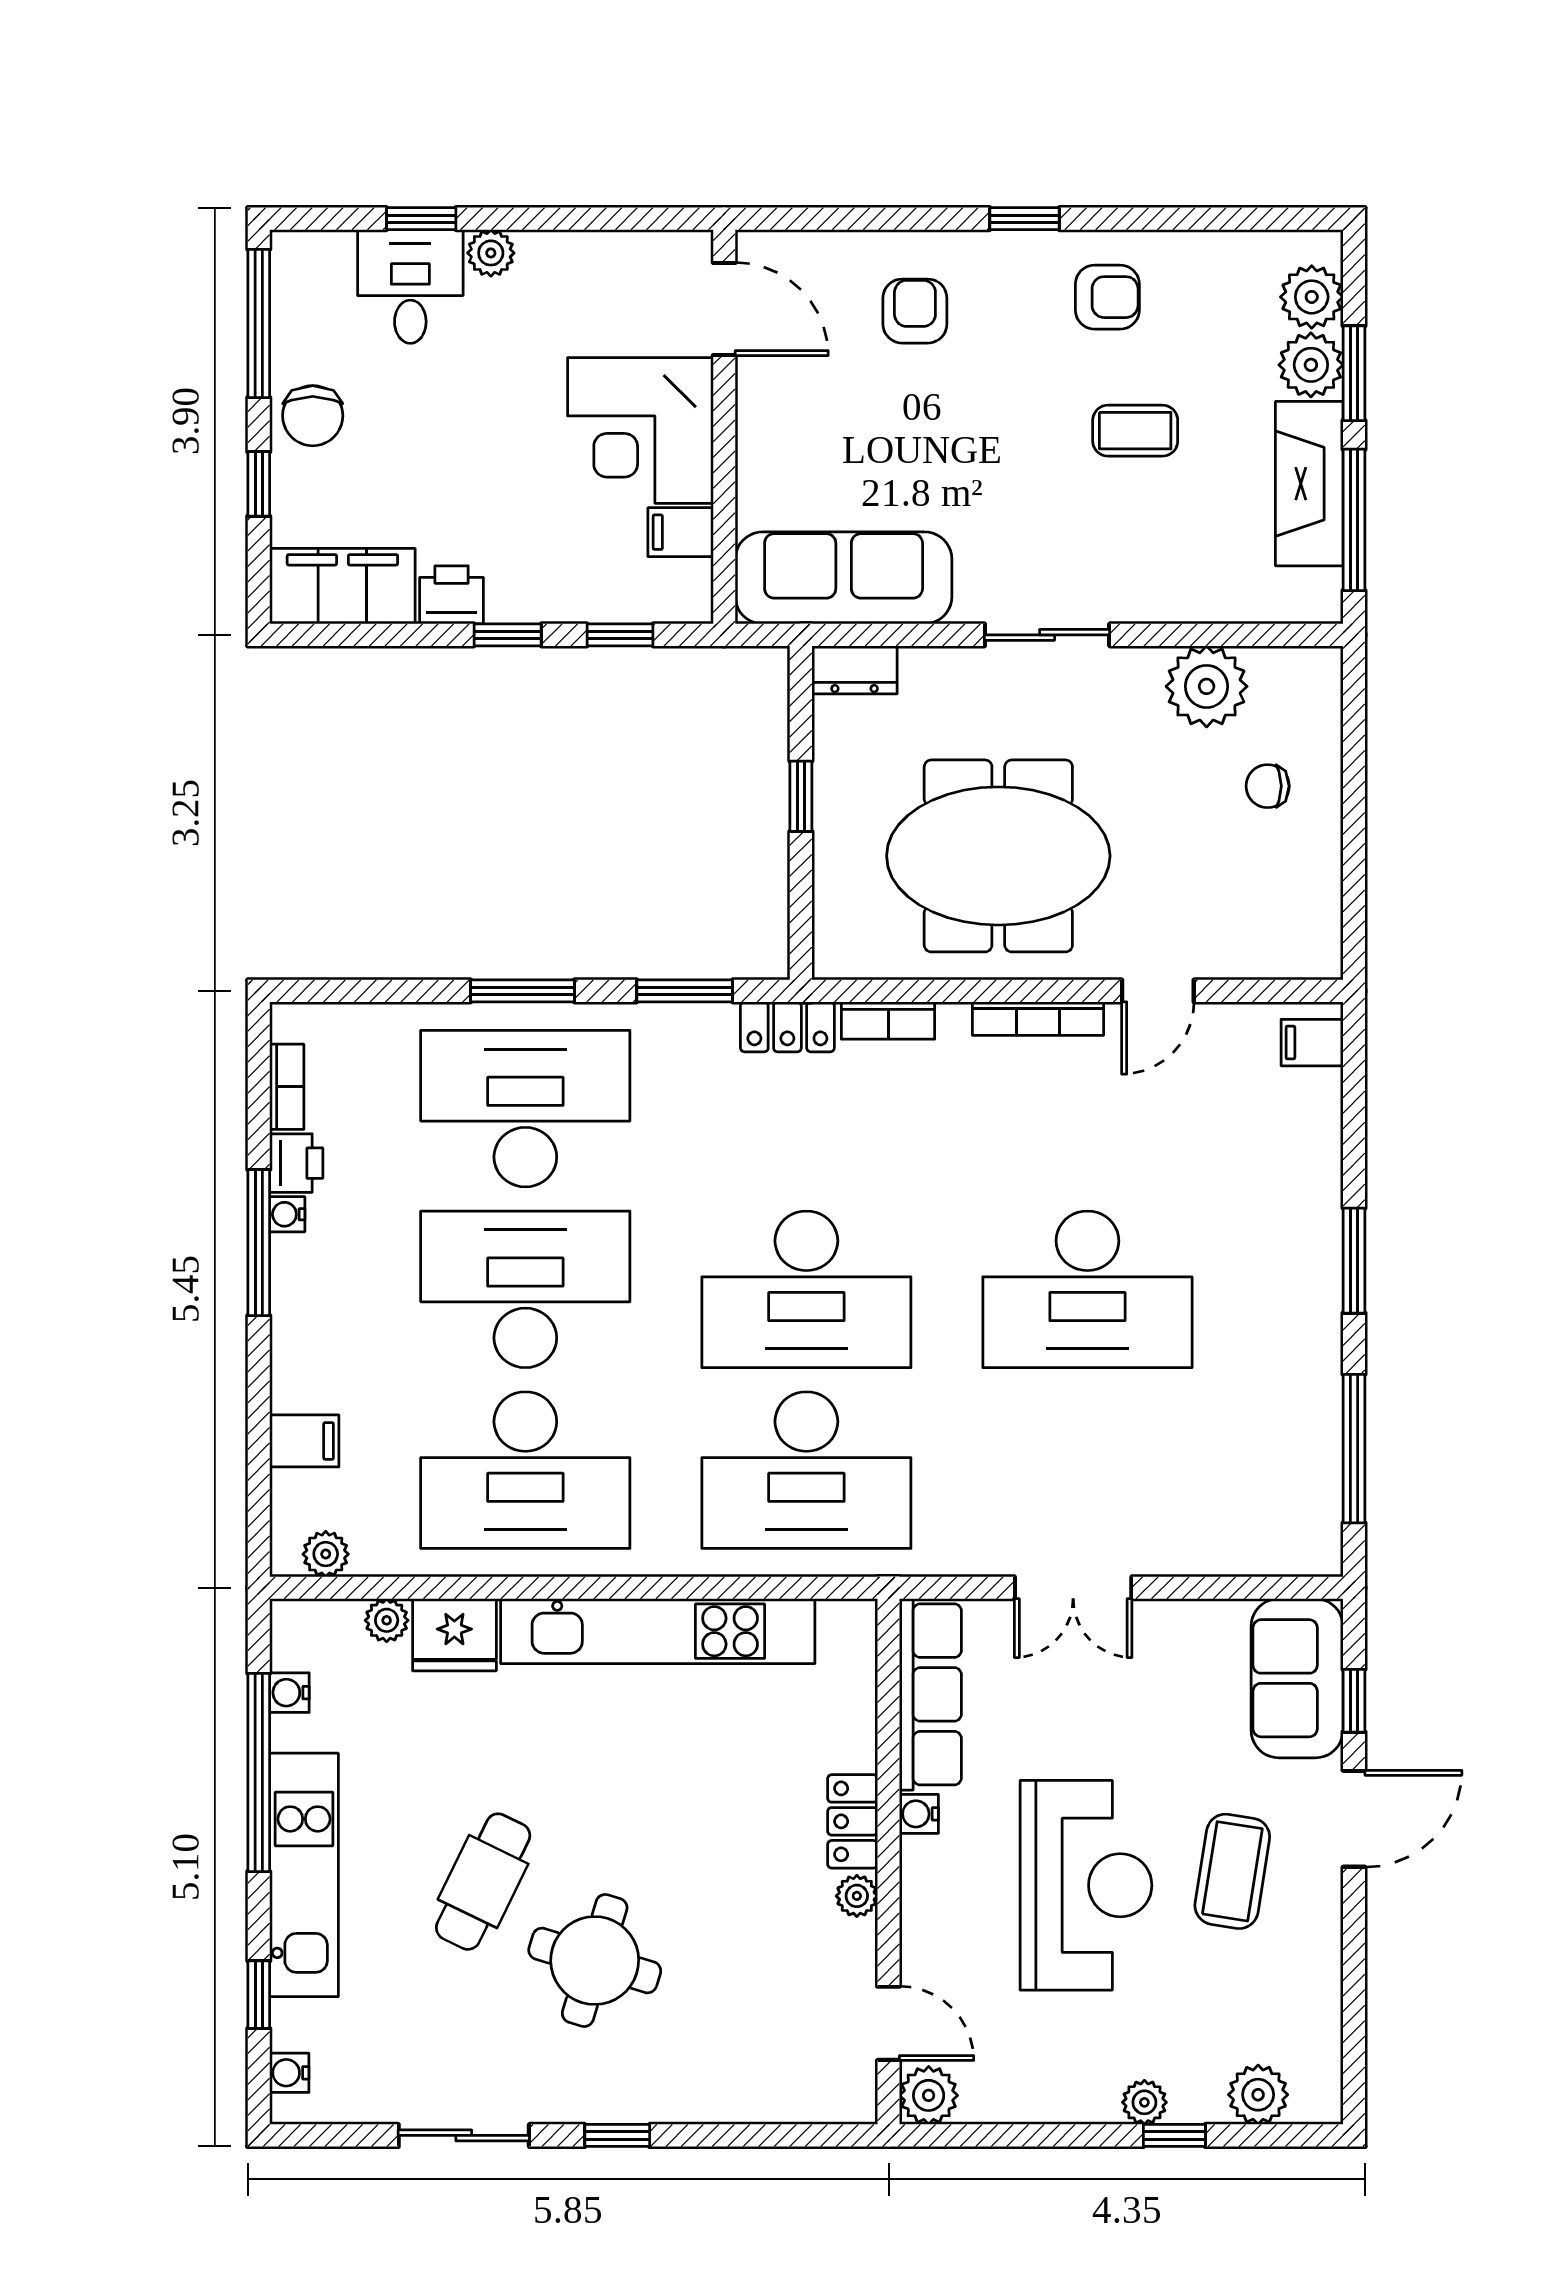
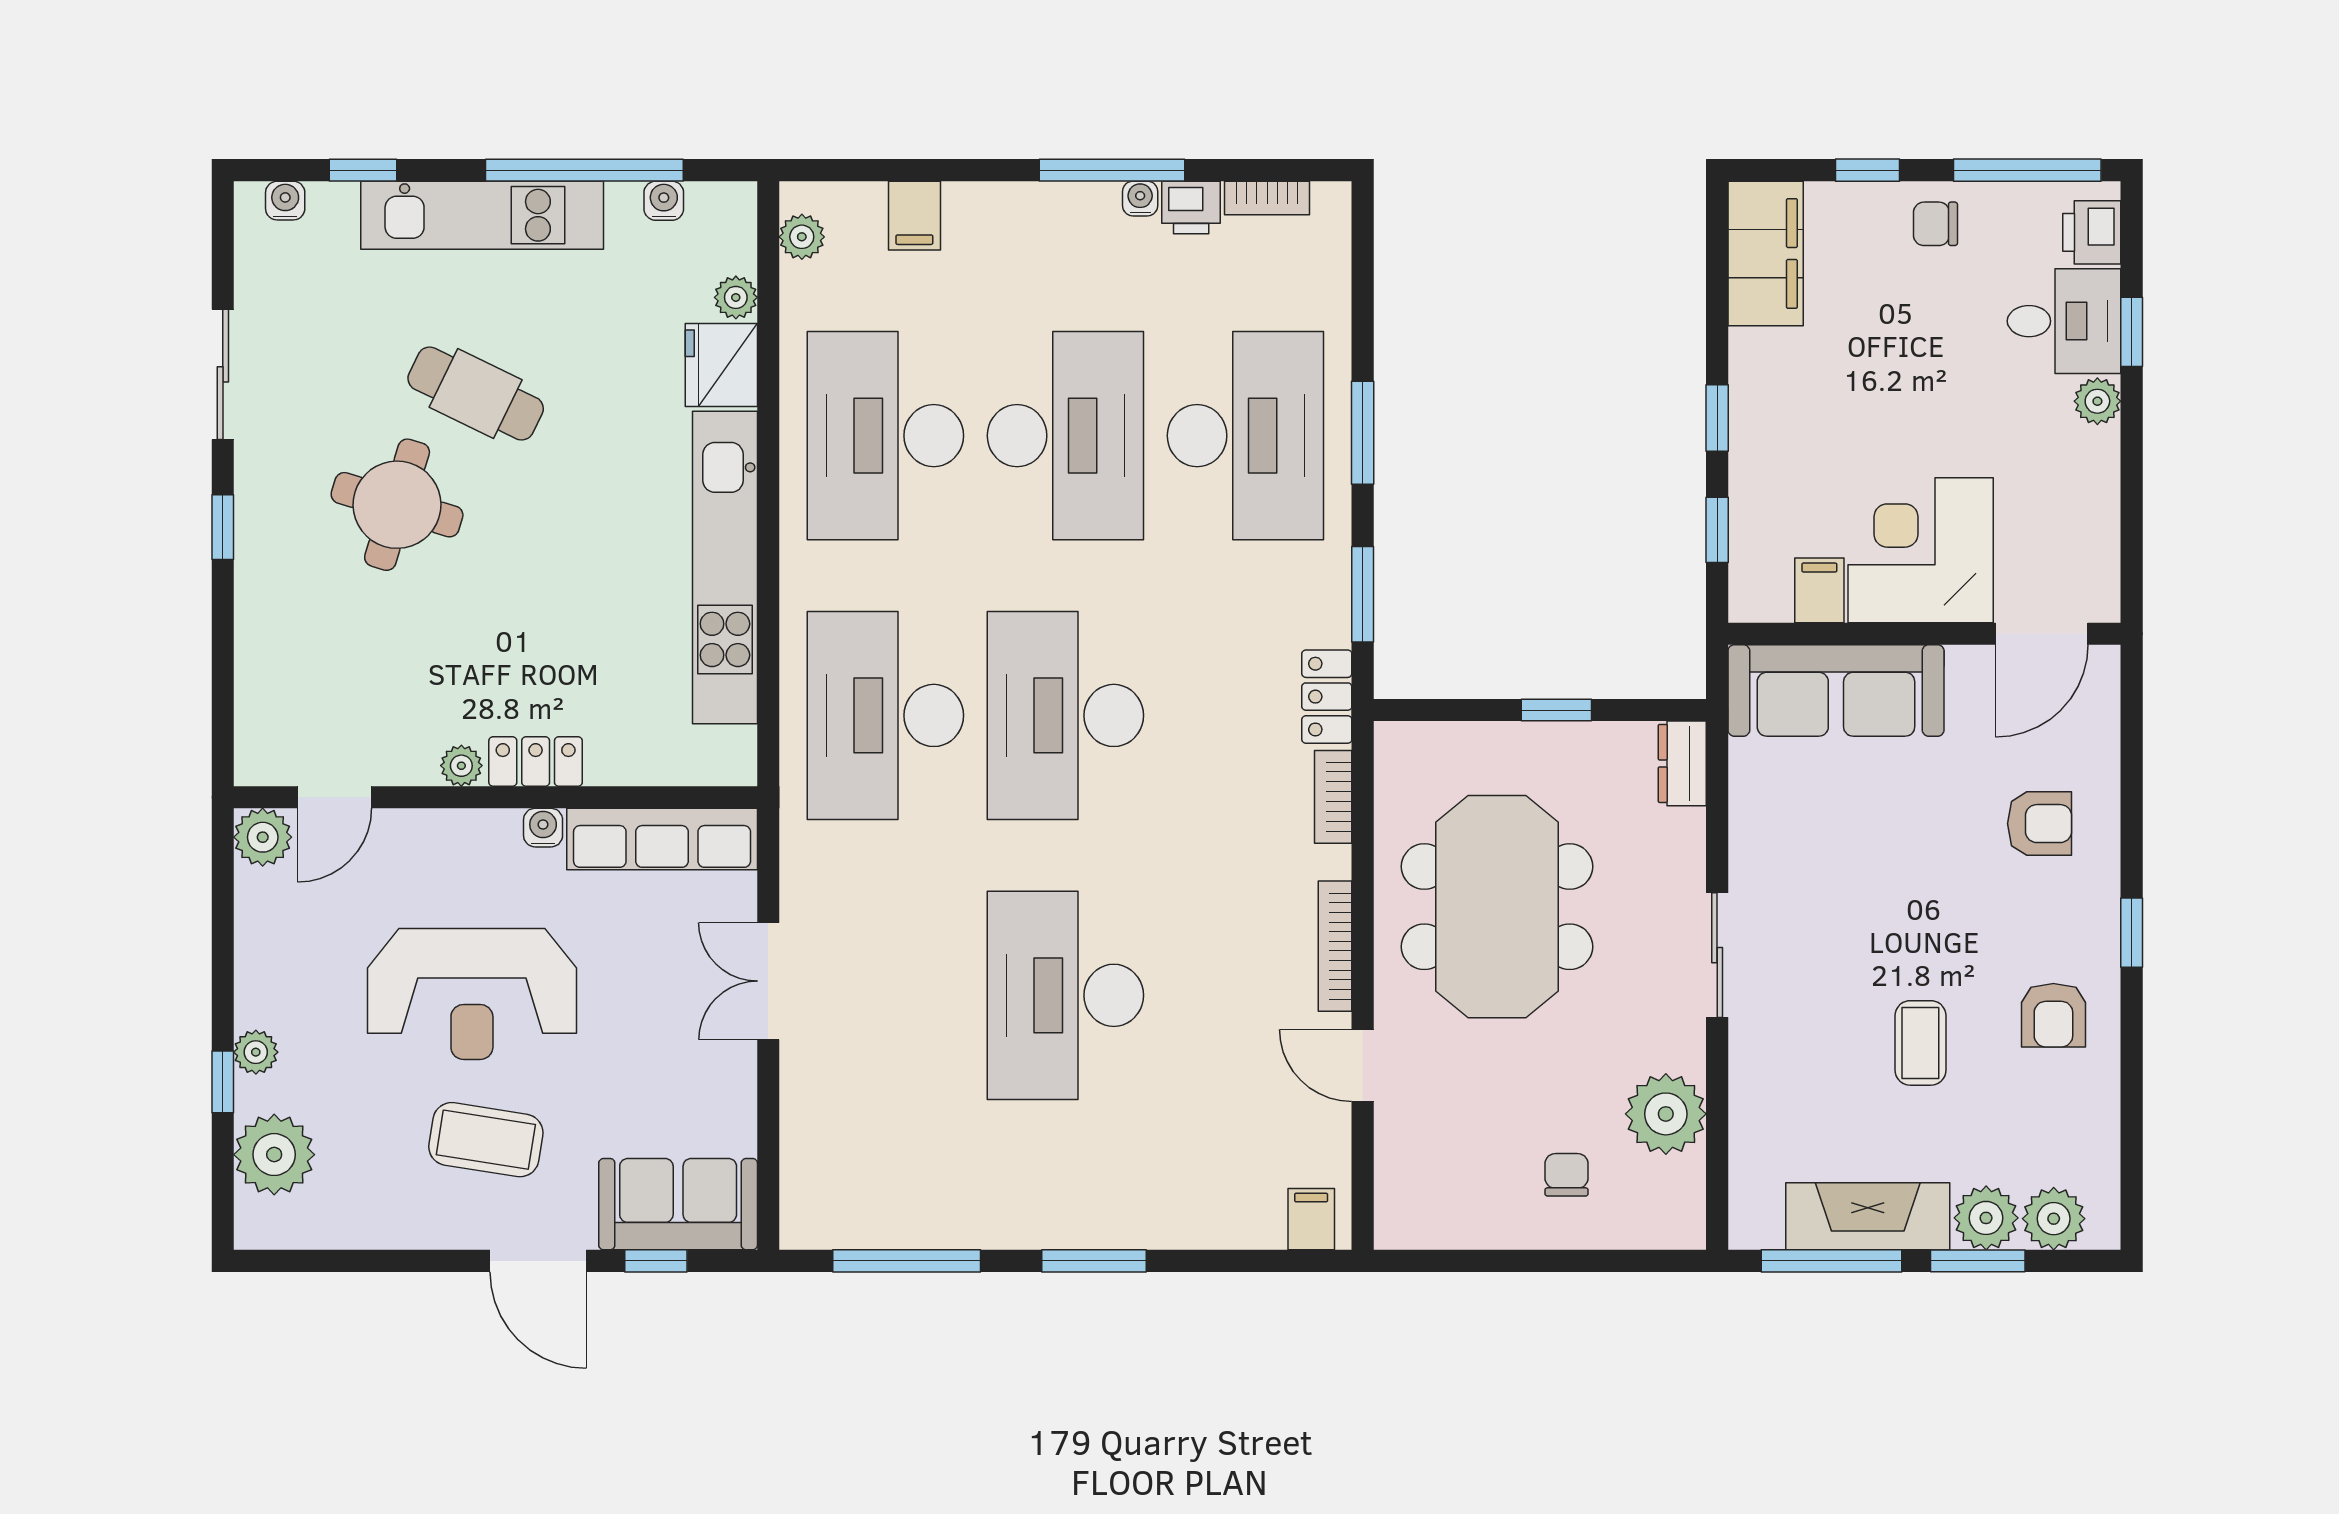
chair: (313, 416) -> (1935, 224), width x0.73, depth x0.73
sofa: (844, 578) -> (1836, 690), moved, turned 90
printer: (452, 595) -> (2092, 232), moved, turned 180
plant: (1258, 2095) -> (274, 1155), width x1.36, depth x1.36

